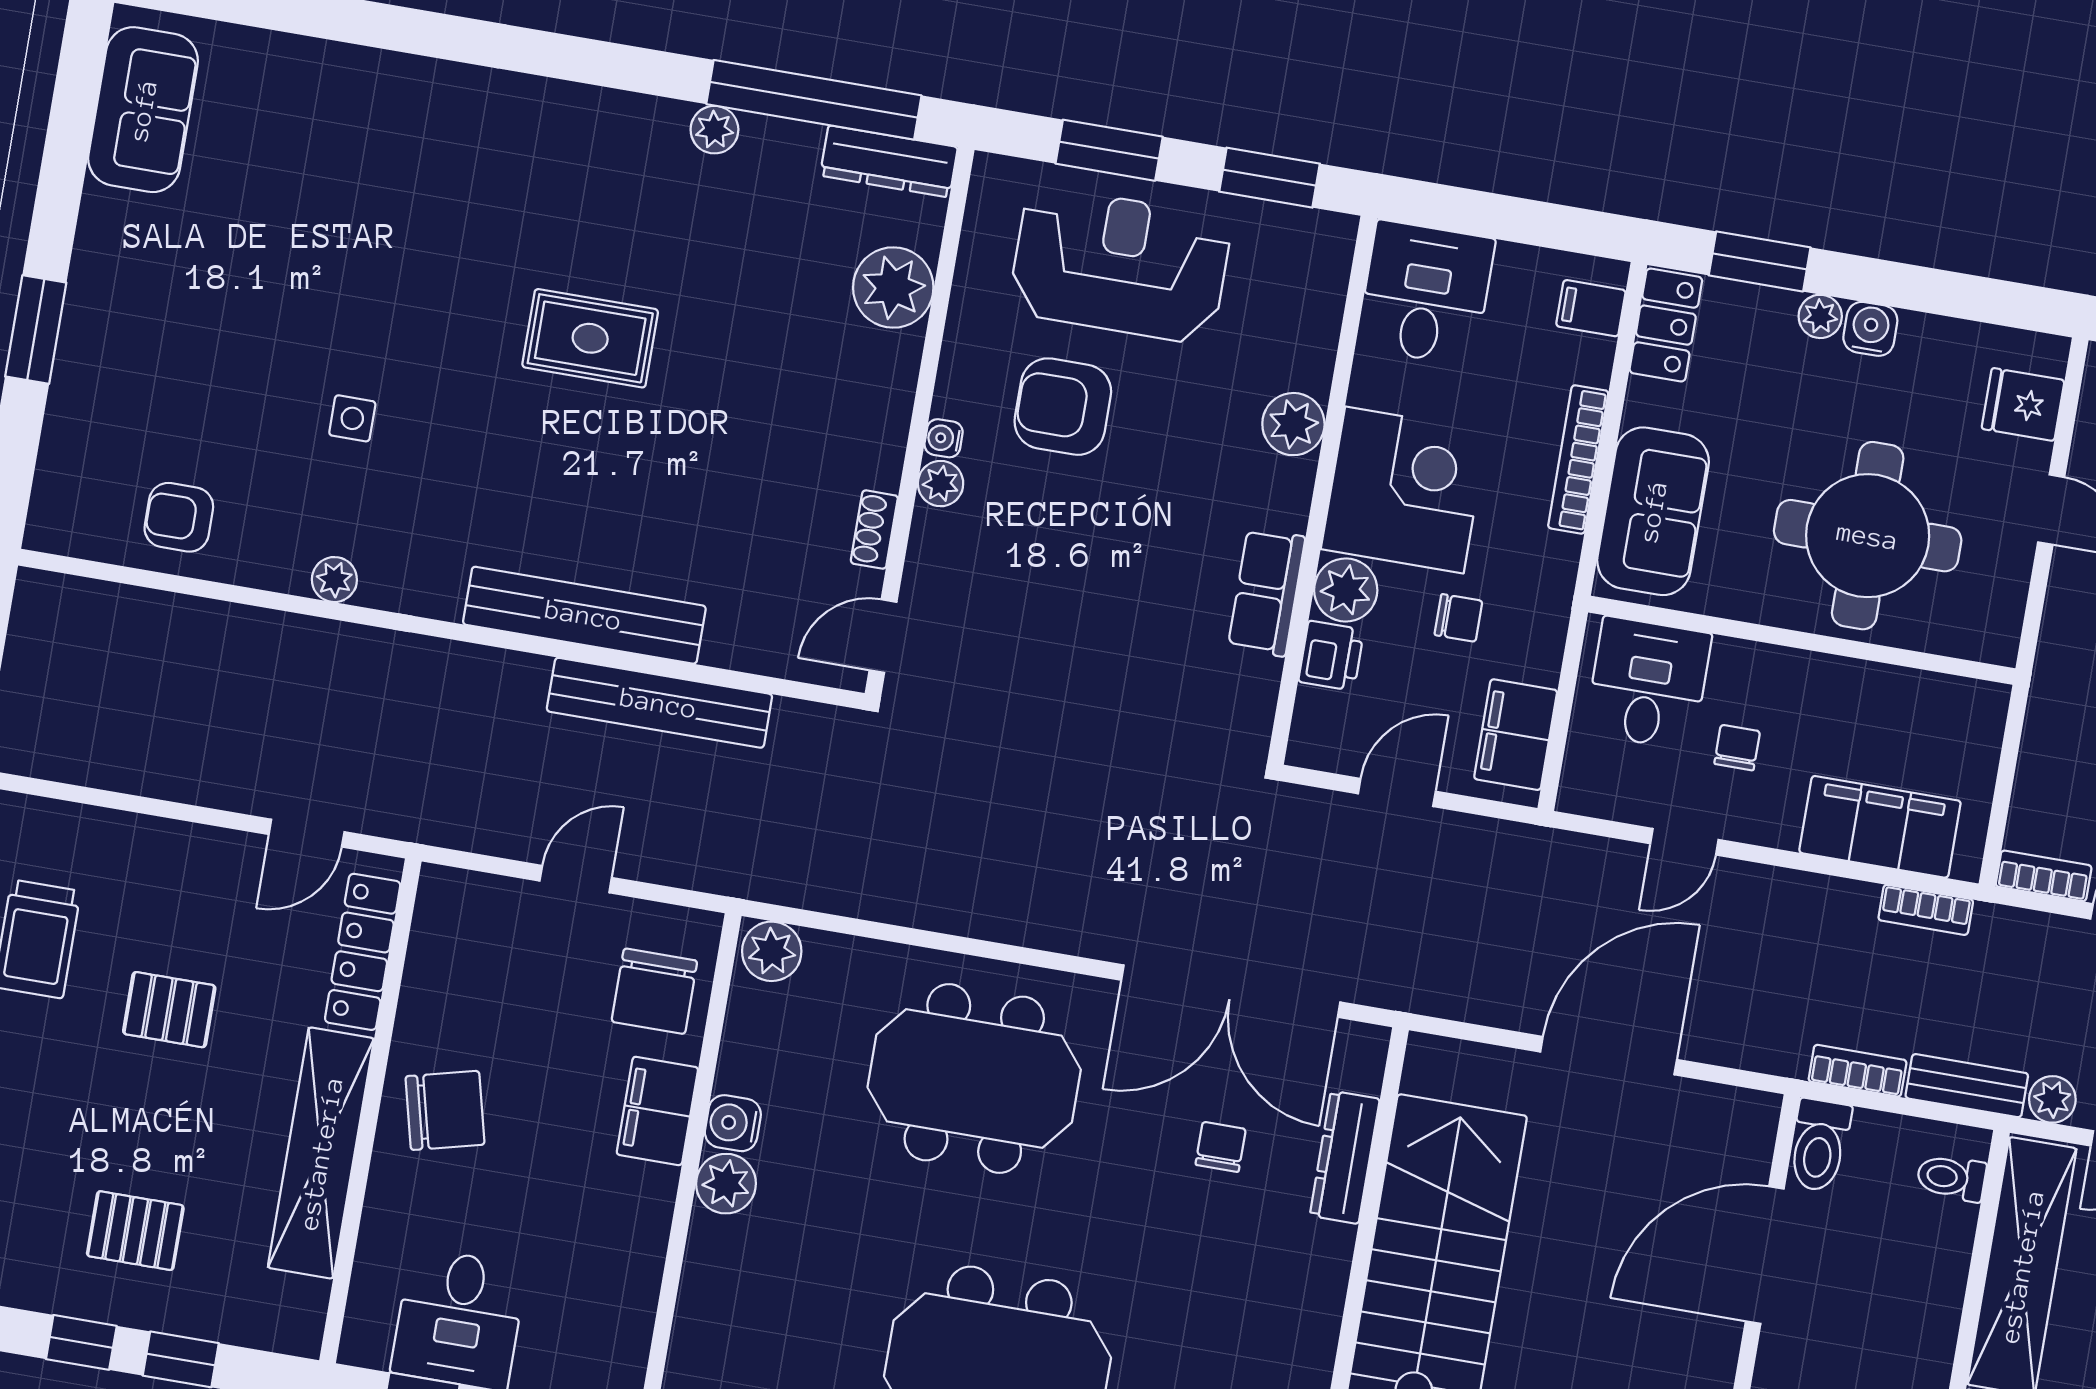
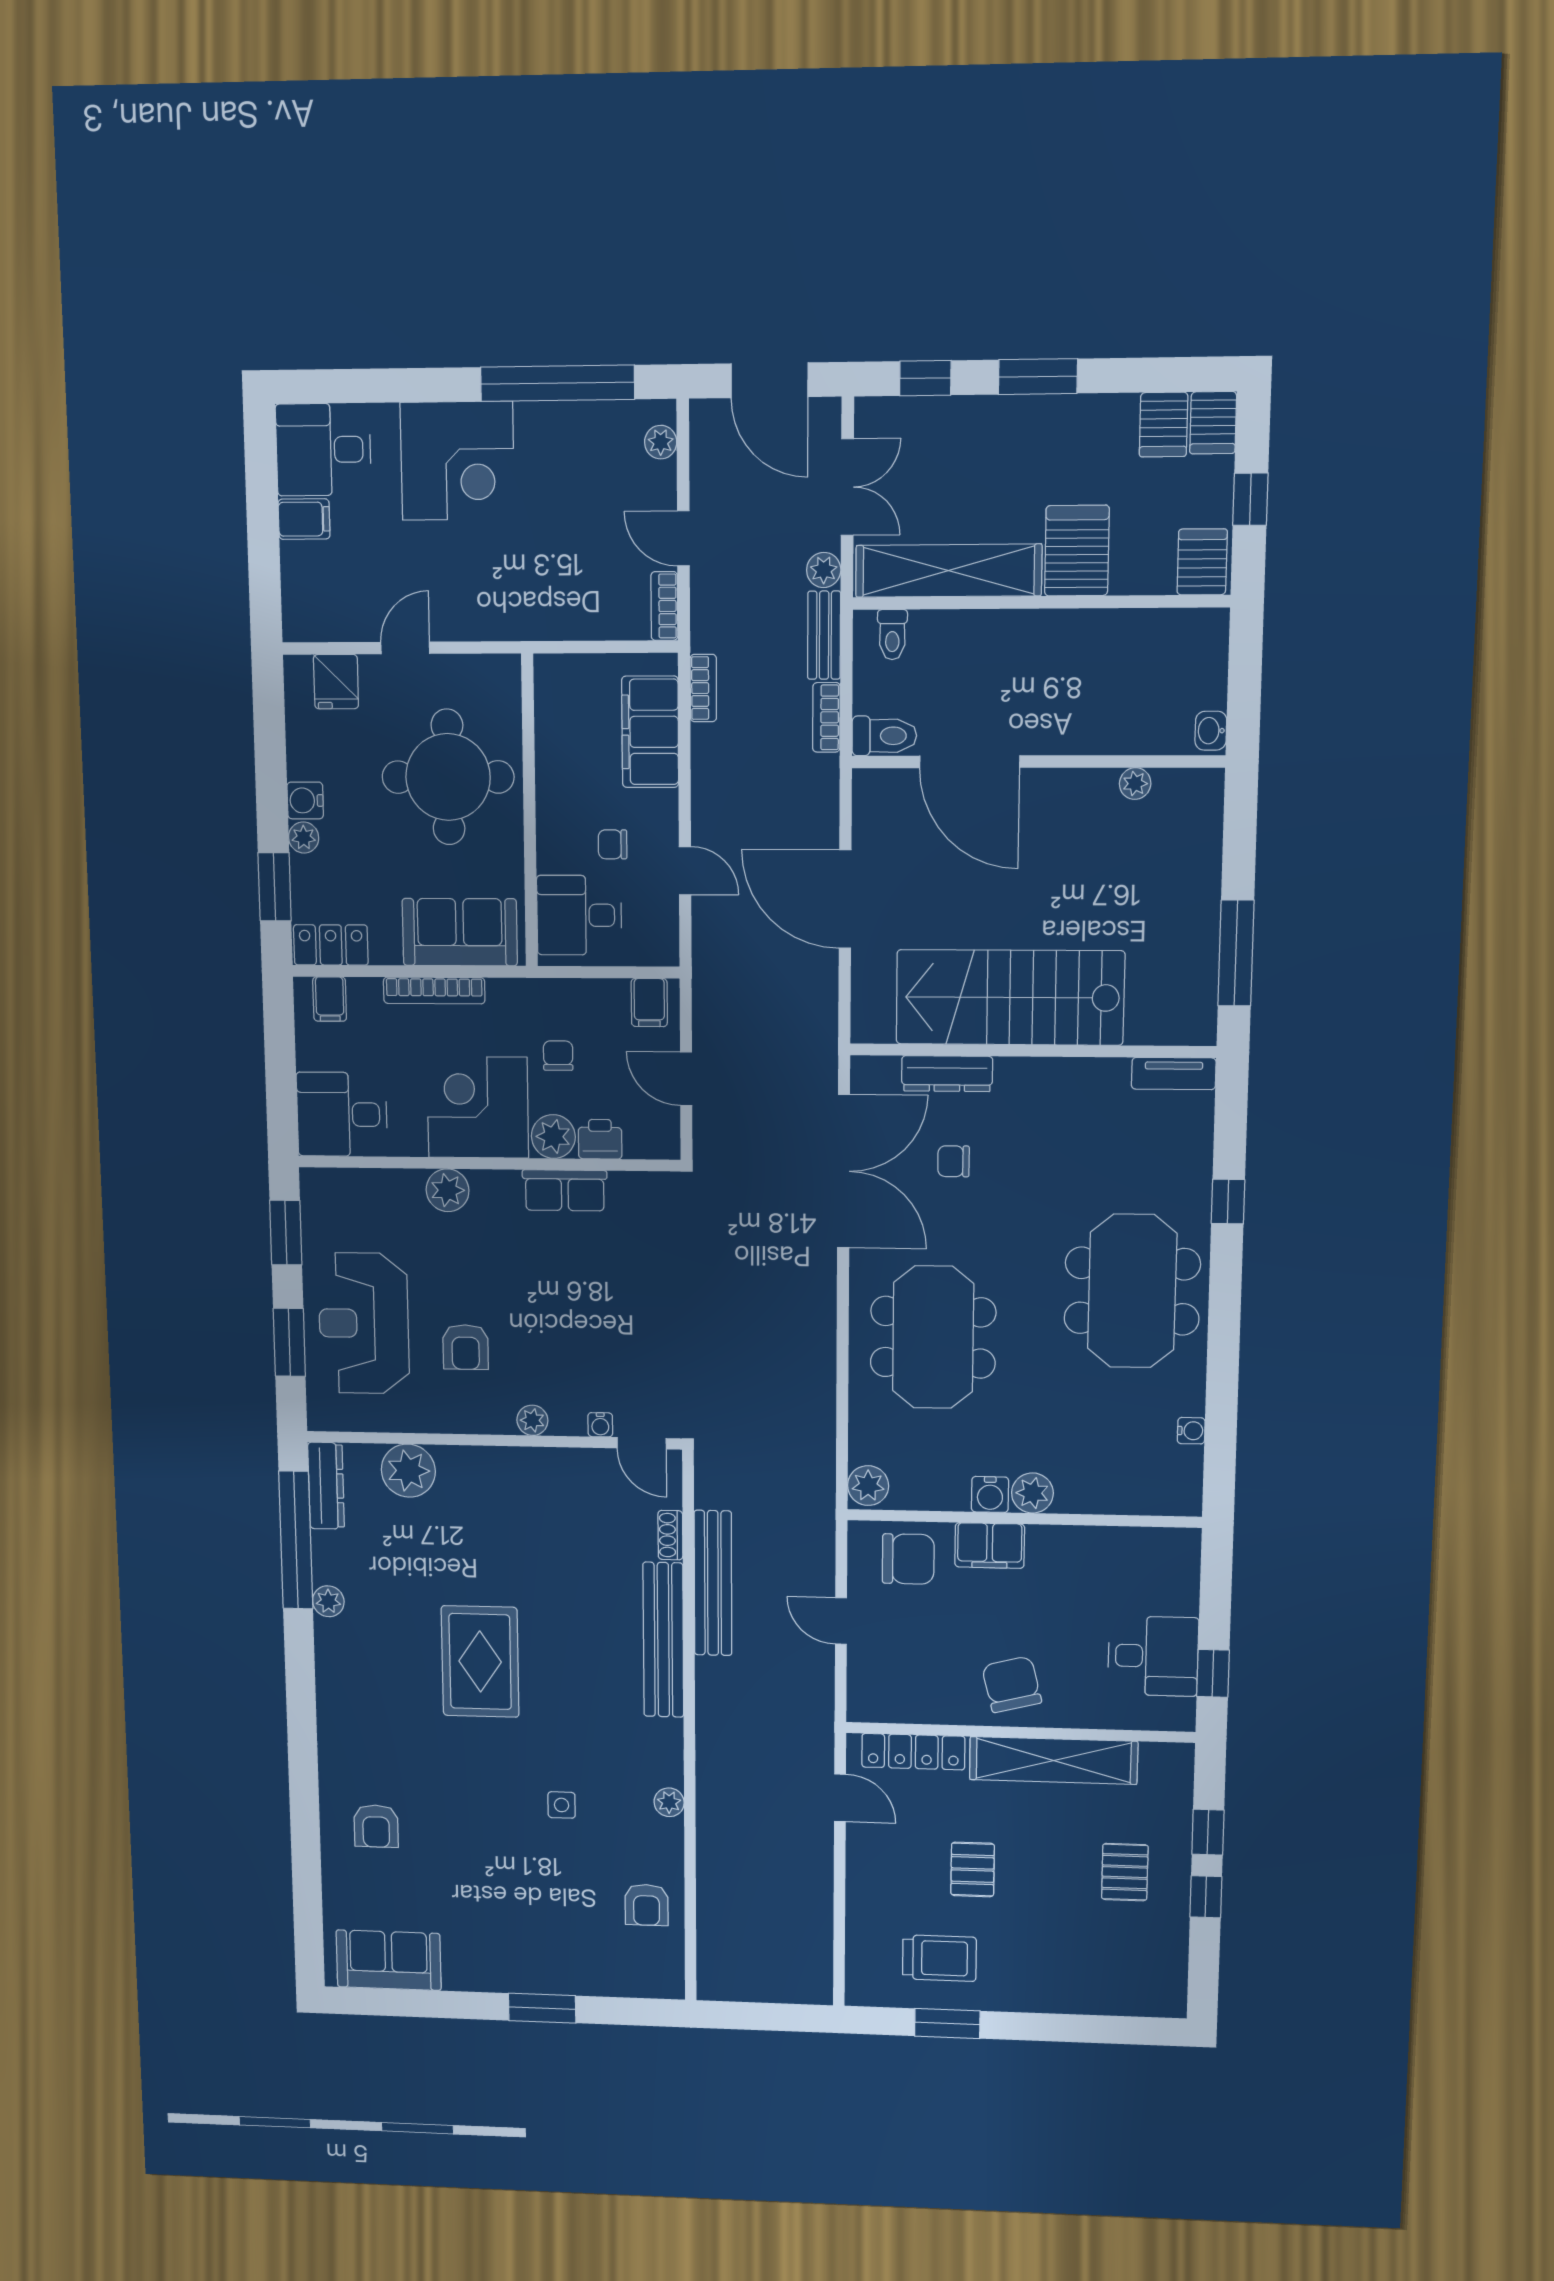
armchair: (358, 132) -> (376, 1826), added
rug: (590, 338) -> (480, 1662), width x1.36, depth x1.43
armchair: (1063, 407) -> (466, 1347), width x0.72, depth x0.72
water cooler: (944, 438) -> (600, 1425), moved
shoe rack: (874, 530) -> (670, 1535), moved, turned 90
filing cabinet: (1516, 735) -> (649, 1003), width x0.50

